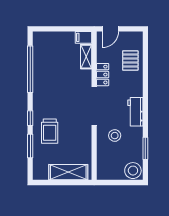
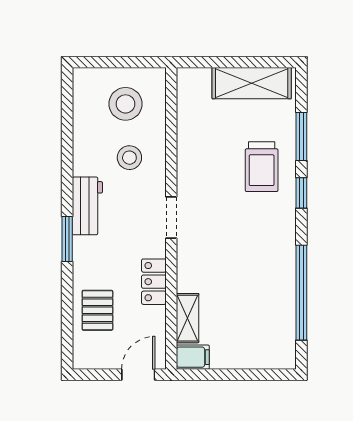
doorway: (94, 106) -> (171, 218), width x0.53
trolley: (50, 131) -> (262, 167), turned 180
window: (145, 148) -> (67, 239), moved
stool: (133, 171) -> (126, 104), moved
shelving: (68, 172) -> (252, 83), moved

